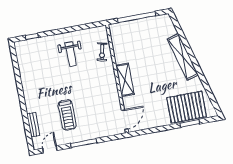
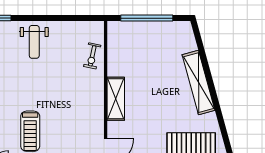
weight bench: (71, 54) -> (34, 42), moved

